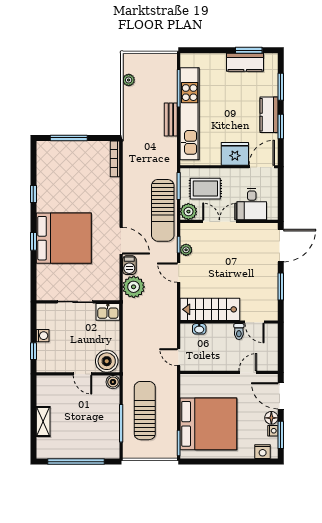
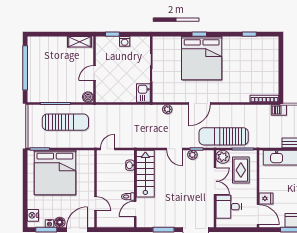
window: (69, 138) -> (281, 62), removed
fridge: (235, 154) -> (266, 198), width x0.53, depth x0.75
window: (33, 194) -> (249, 34), moved
barbecue: (129, 265) -> (279, 110), moved
door: (179, 273) -> (174, 149), swing flipped
plant: (134, 287) -> (167, 109), width x0.53, depth x0.53
boiler: (107, 361) -> (104, 92), removed
shelving: (43, 421) -> (79, 42), moved

